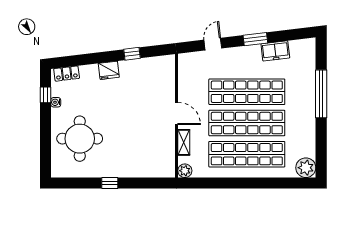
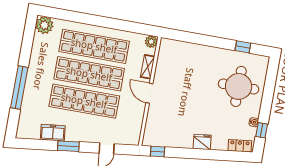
window: (132, 54) -> (158, 151), moved
window: (110, 183) -> (243, 47), moved

